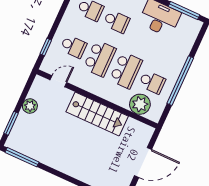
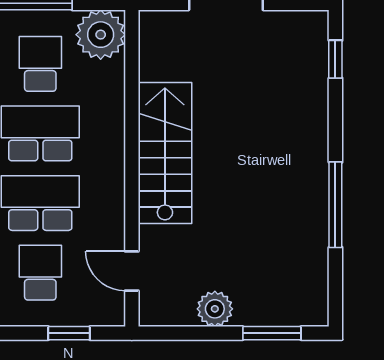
plant: (140, 104) -> (101, 35), moved
window: (22, 157) -> (335, 205), moved

